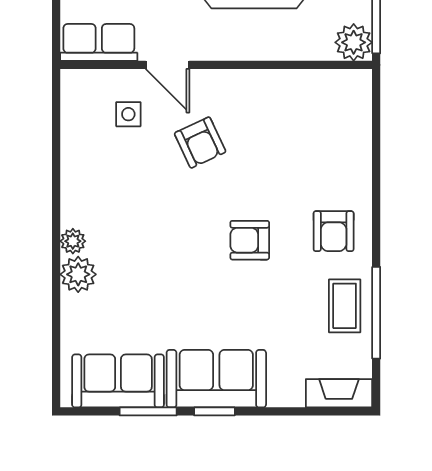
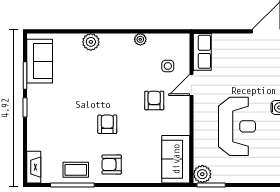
armchair: (200, 143) -> (154, 100), turned 115
plant: (73, 241) -> (140, 39), moved
sofa: (216, 379) -> (176, 159), moved, turned 180

